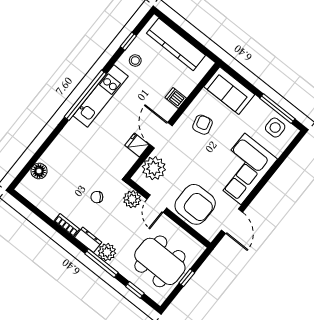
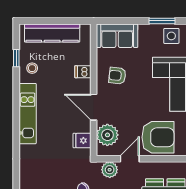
window: (85, 95) -> (16, 122), removed
window: (277, 109) -> (162, 21), width x0.69
armchair: (202, 125) -> (117, 76), turned -69
fridge: (137, 145) -> (82, 141), moved
door: (157, 204) -> (130, 159), swing flipped

